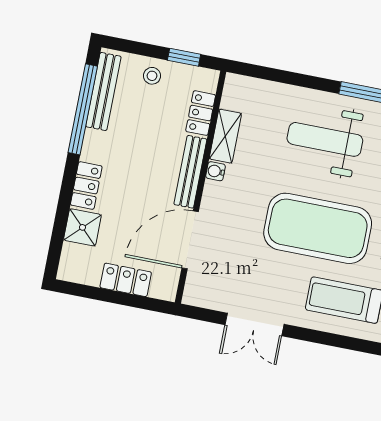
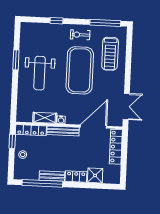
bench: (103, 91) -> (52, 176), moved, width x0.73
locker: (201, 113) -> (31, 130), width x1.53
door: (190, 240) -> (93, 127), swing flipped
locker: (126, 280) -> (116, 147), width x1.53
double door: (254, 324) -> (126, 107), moved

